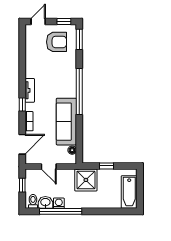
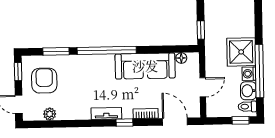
window: (79, 39) -> (56, 51), moved
plant: (30, 46) -> (50, 114), added
window: (106, 166) -> (201, 30), moved
shower: (86, 180) -> (241, 52), moved
window: (22, 185) -> (241, 120), moved

